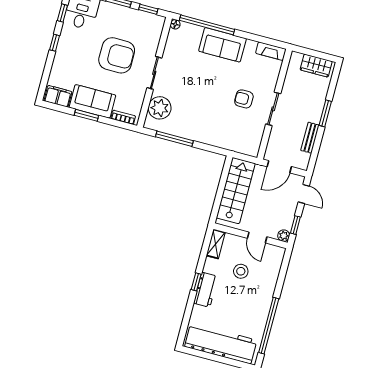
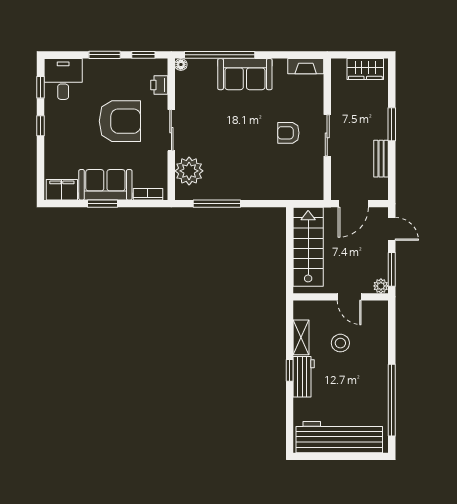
printer: (154, 36) -> (159, 85), added
window: (295, 225) -> (392, 269), width x1.50
shelving: (216, 244) -> (301, 337), moved

